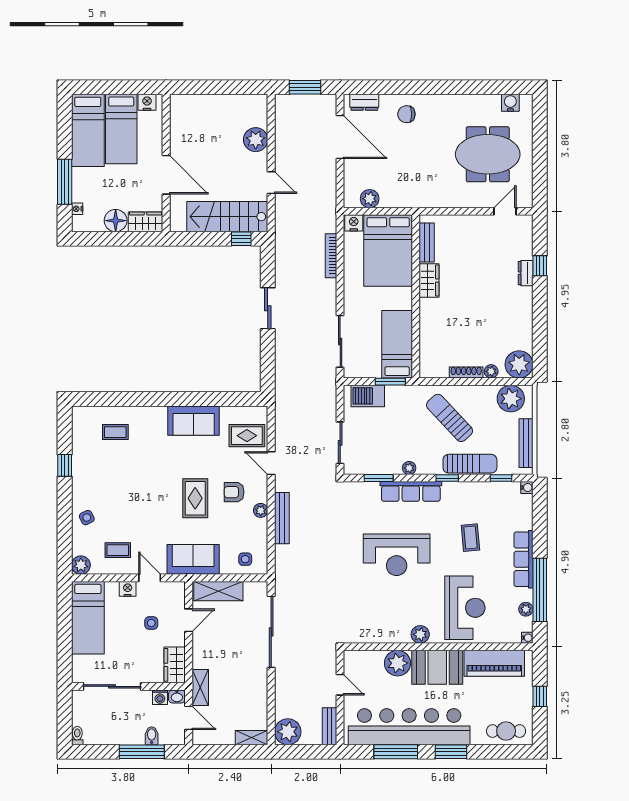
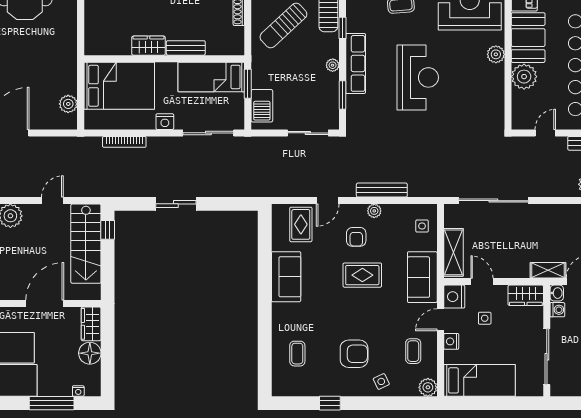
nightstand: (354, 223) -> (165, 122), moved, turned -90
bench: (427, 242) -> (186, 48), moved
armchair: (115, 490) -> (354, 354), added
nightstand: (173, 592) -> (454, 297), added

